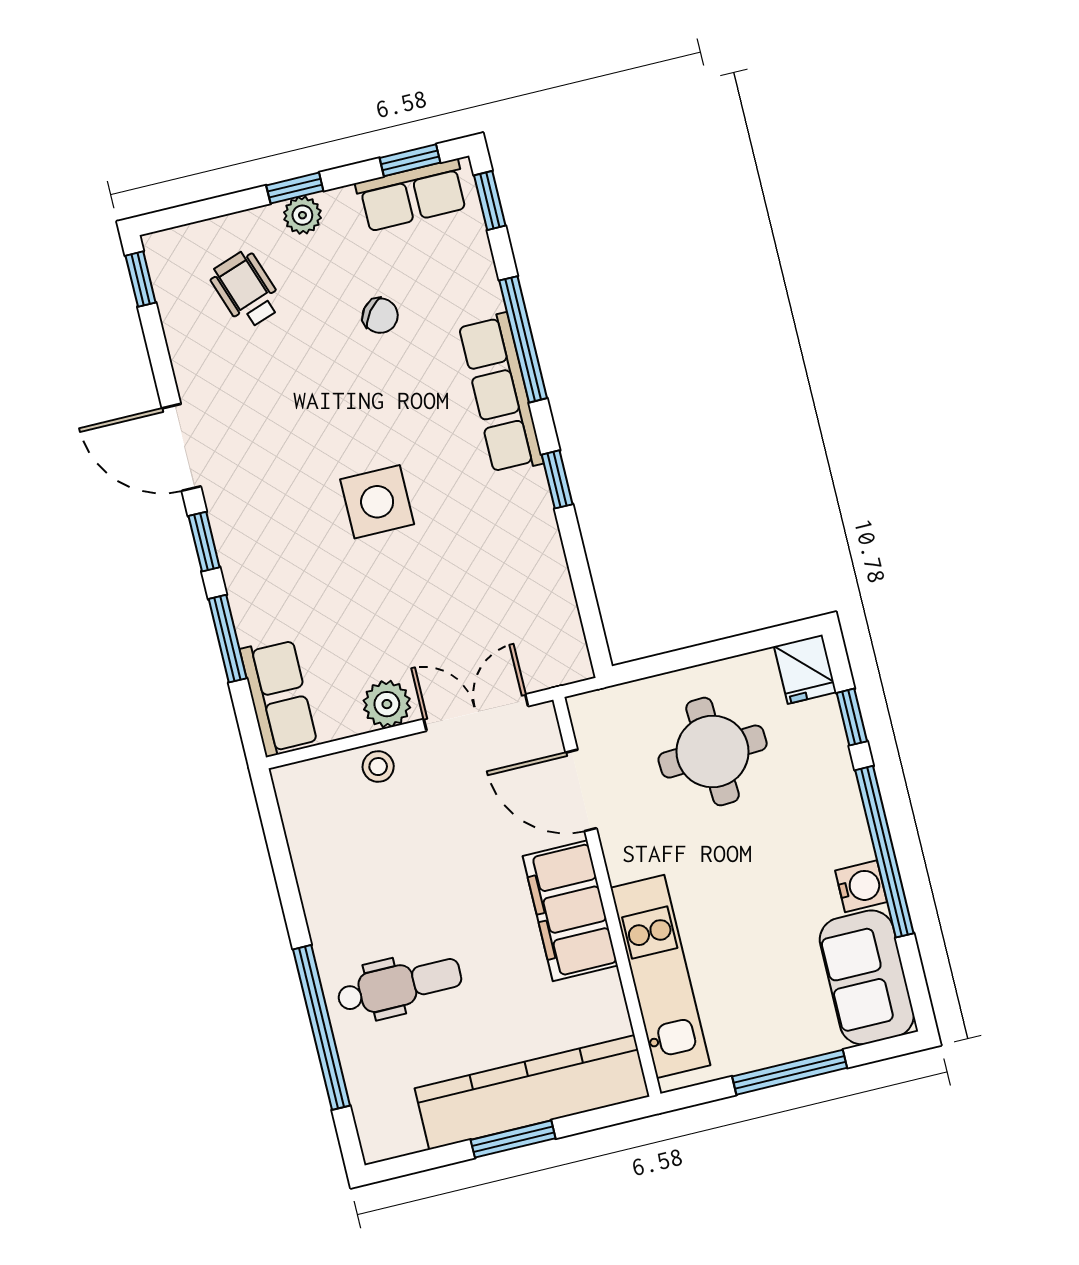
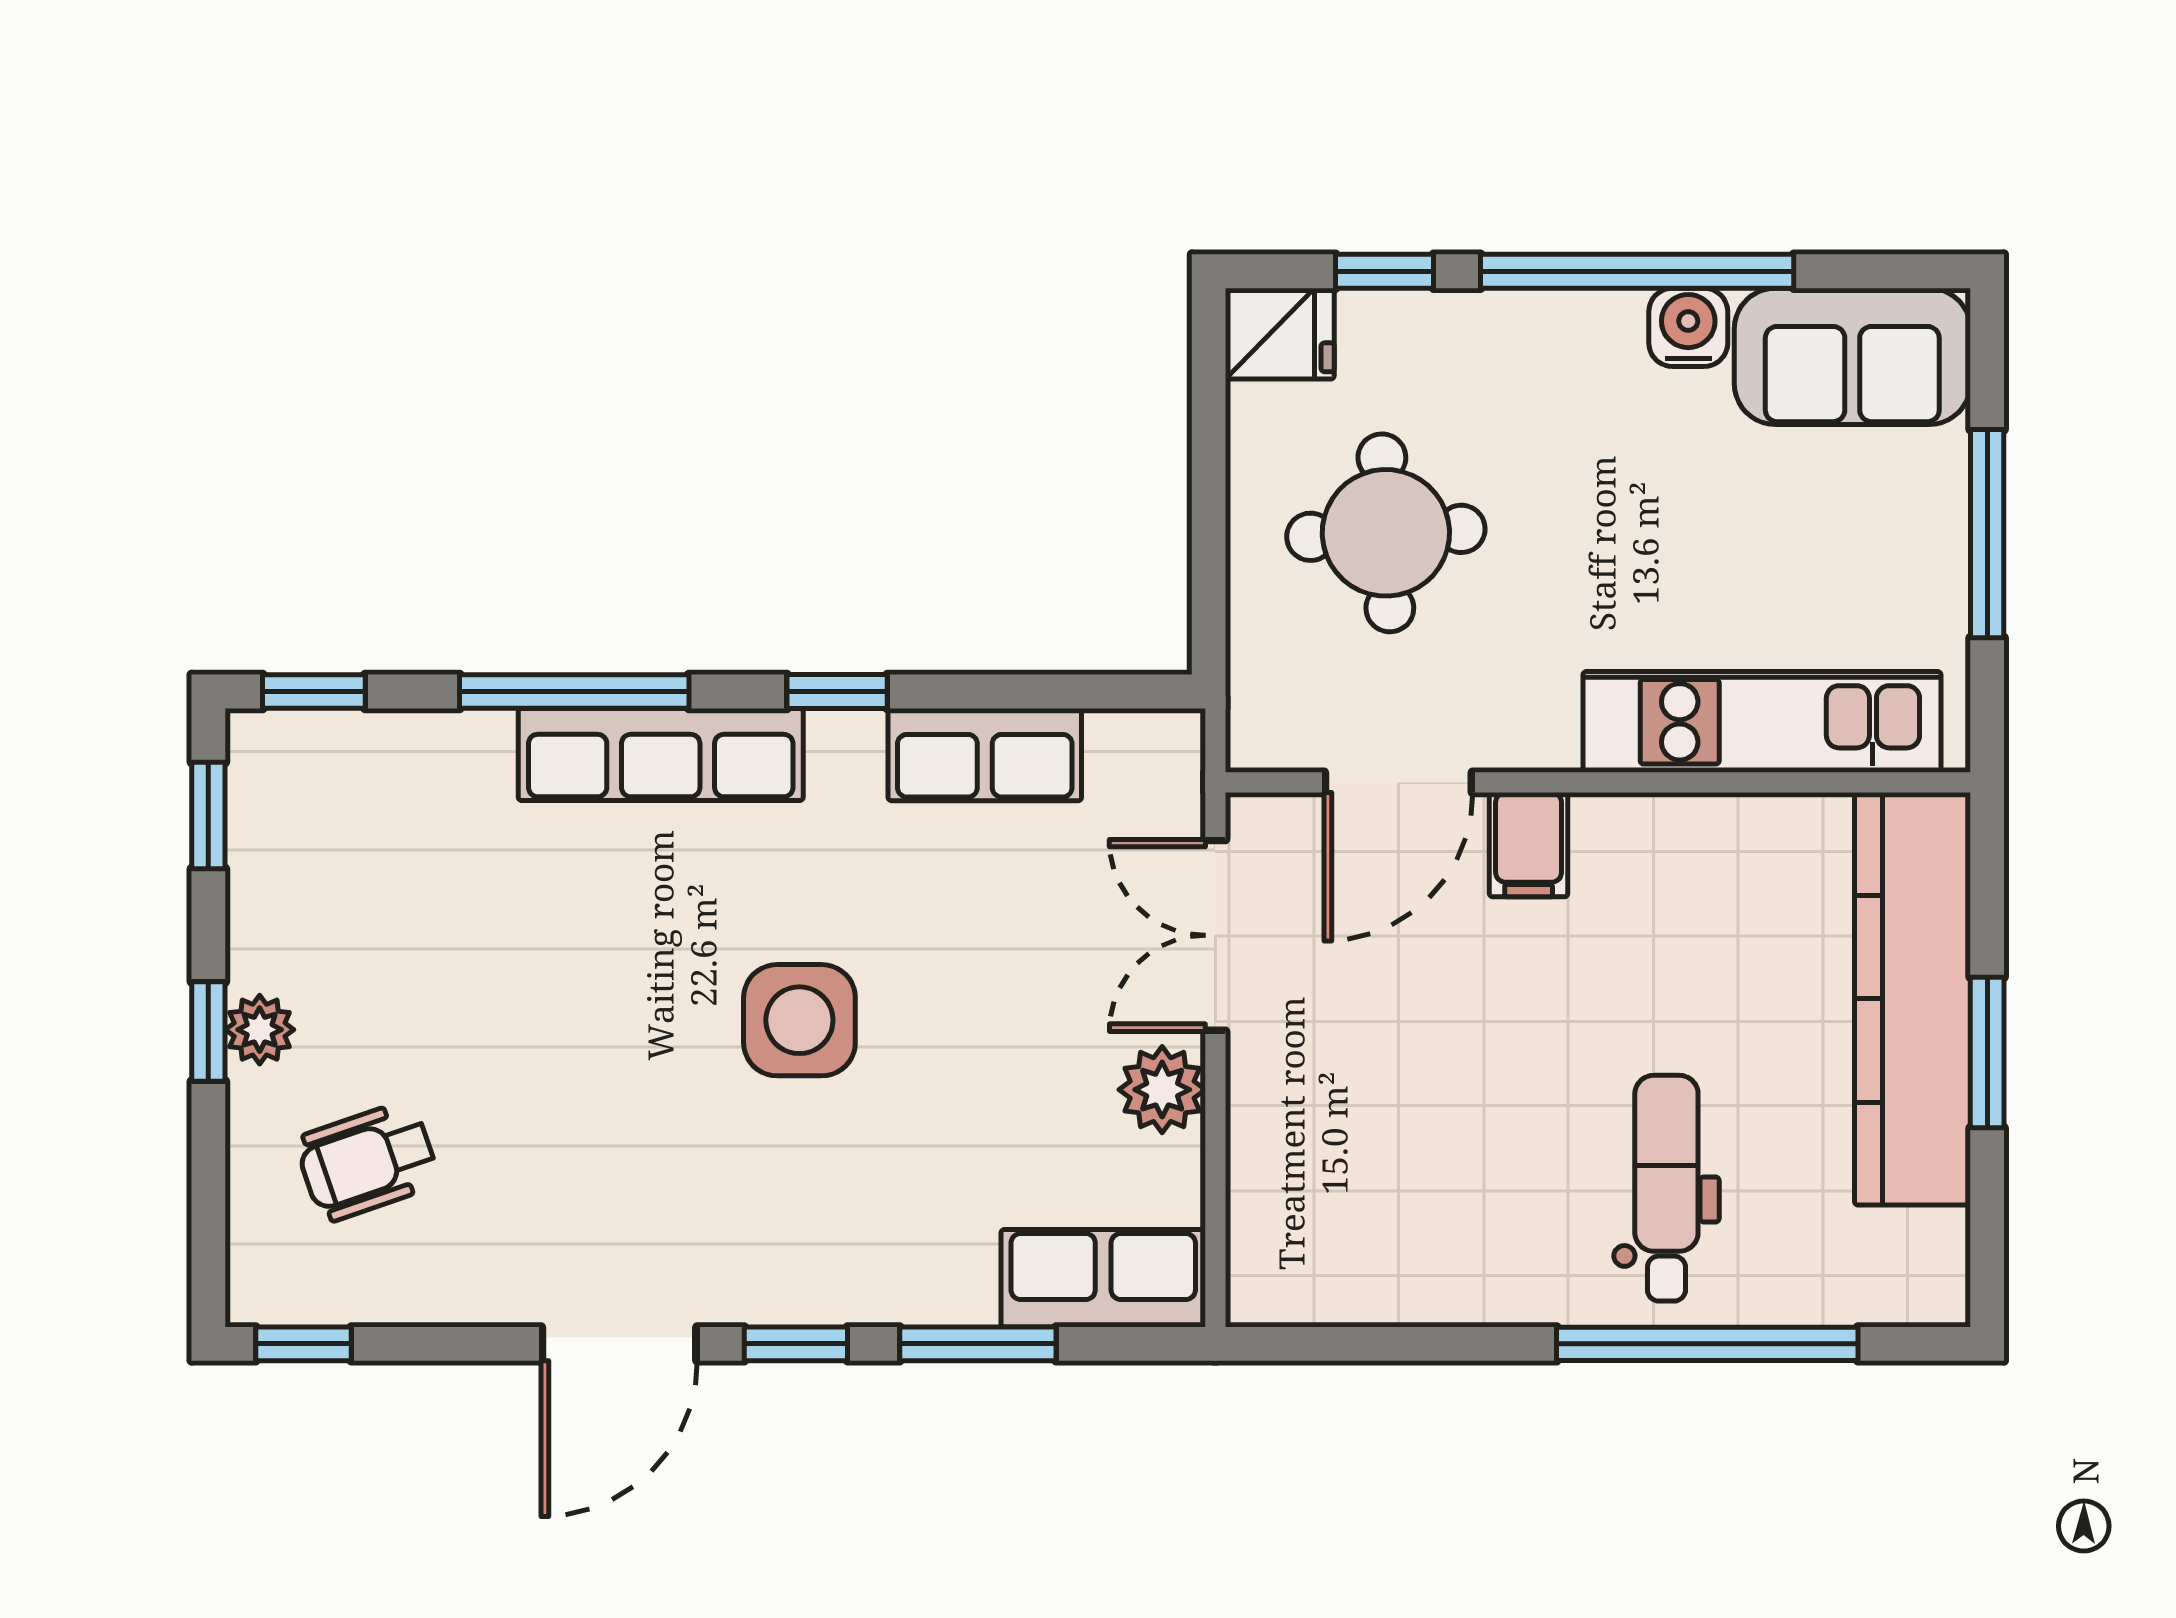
row of seats: (412, 195) -> (985, 755), moved, turned 90
chair: (380, 316) -> (471, 935), removed
stool: (378, 767) -> (1269, 1132), removed
filing cabinet: (570, 911) -> (1529, 845), width x0.33, depth x0.86

